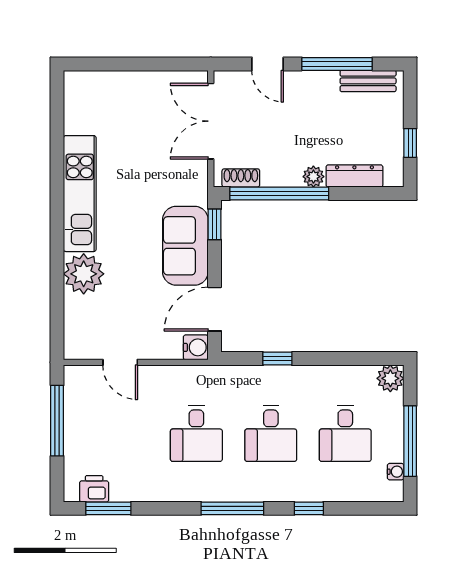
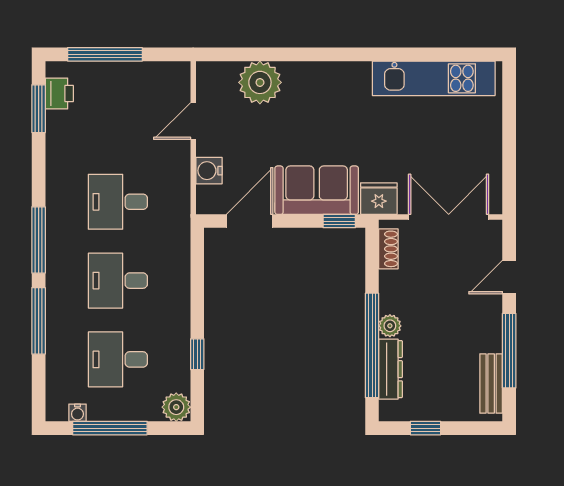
fridge: (193, 187) -> (379, 199), added
window: (279, 193) -> (372, 345), moved
kitchen unit: (80, 194) -> (434, 78), moved
plant: (84, 274) -> (260, 82), moved
door: (215, 309) -> (250, 221), hinge flipped
water cooler: (196, 347) -> (209, 171), moved, turned 90
window: (277, 359) -> (197, 354), moved
window: (57, 421) -> (105, 54), moved
window: (309, 508) -> (39, 321), width x2.17

